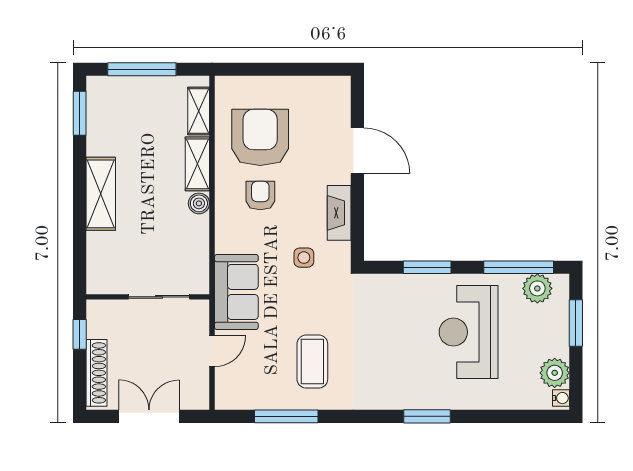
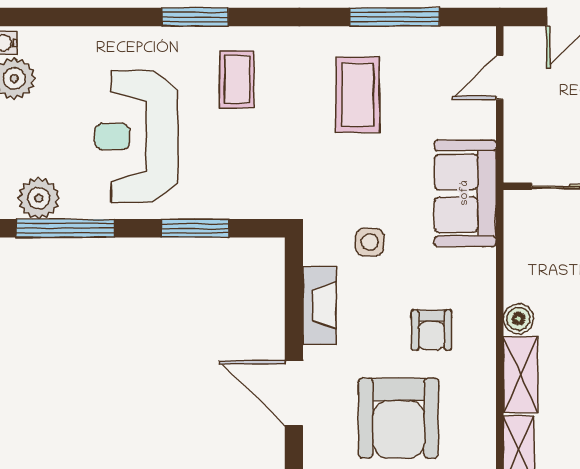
armchair: (260, 137) -> (398, 418), moved
reception desk: (469, 332) -> (136, 136), turned 180
door: (212, 351) -> (500, 77), moved
coffee table: (397, 372) -> (237, 79), added

